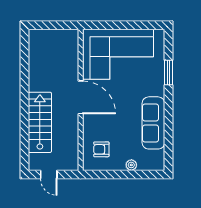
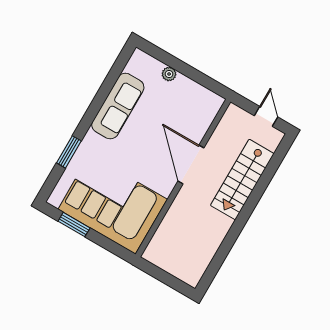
window: (136, 25) -> (74, 225), added
door: (81, 97) -> (191, 165), moved
armchair: (101, 149) -> (192, 110), removed

